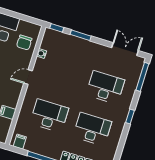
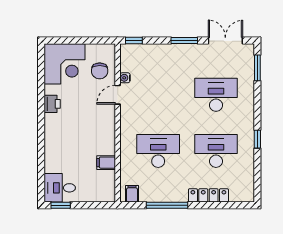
window: (81, 35) -> (184, 40), moved
door: (28, 77) -> (118, 95), moved
window: (142, 77) -> (257, 68), width x0.69
window: (130, 116) -> (257, 139), moved

